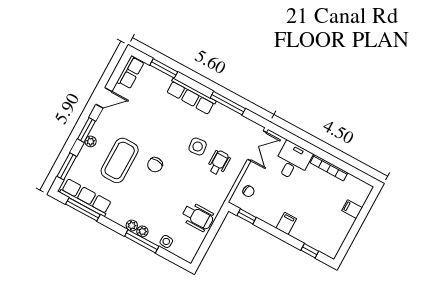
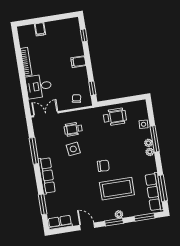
wheelchair: (198, 217) -> (115, 117), turned 90

